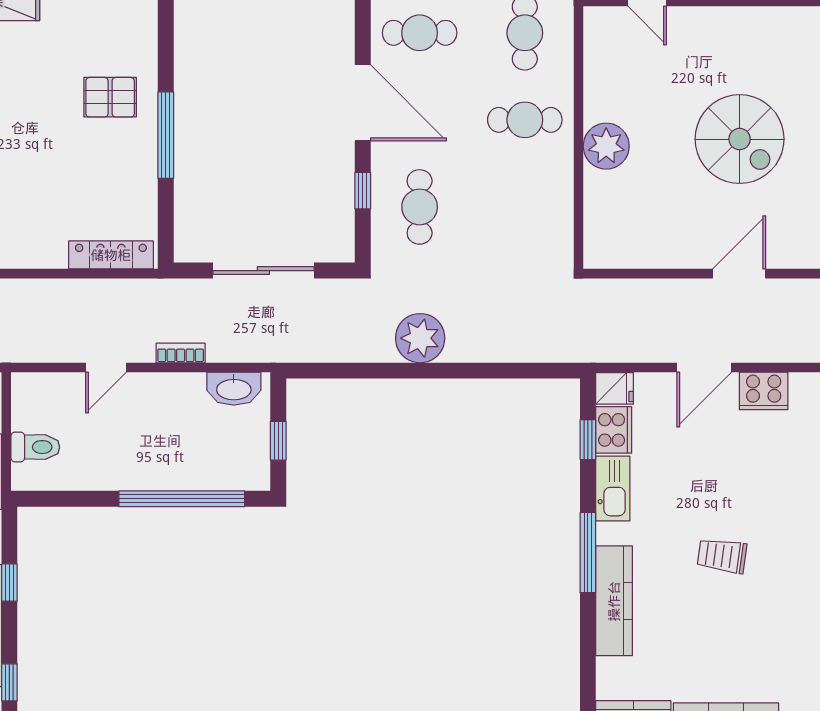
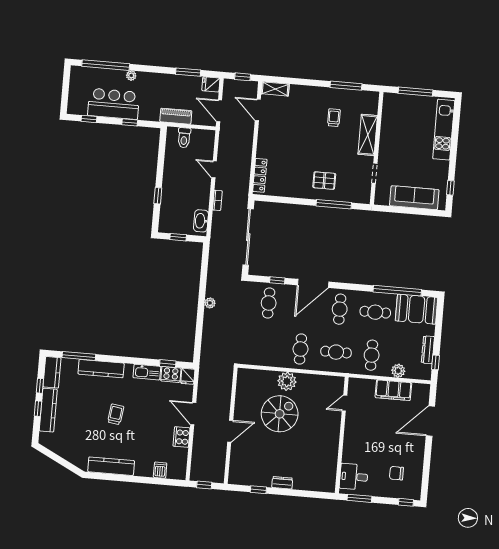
pallet: (110, 97) -> (324, 181), turned 90
window: (166, 135) -> (334, 204), moved
spiral stairs: (740, 139) -> (280, 414), moved, turned 180
cafe table: (420, 207) -> (269, 303), turned 90
sliding door: (263, 271) -> (248, 237), width x1.36
door: (739, 274) -> (230, 431), hinge flipped
plant: (420, 338) -> (210, 303), width x0.53, depth x0.53
window: (182, 499) -> (158, 196), width x0.32
window: (588, 553) -> (79, 356), moved

